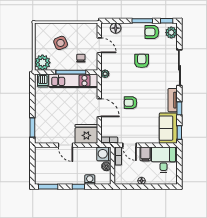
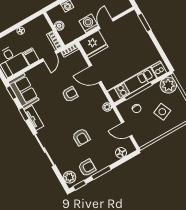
door: (65, 145) -> (106, 24), hinge flipped
door: (129, 145) -> (49, 56), swing flipped
washing machine: (104, 154) -> (89, 23), moved, turned -90

